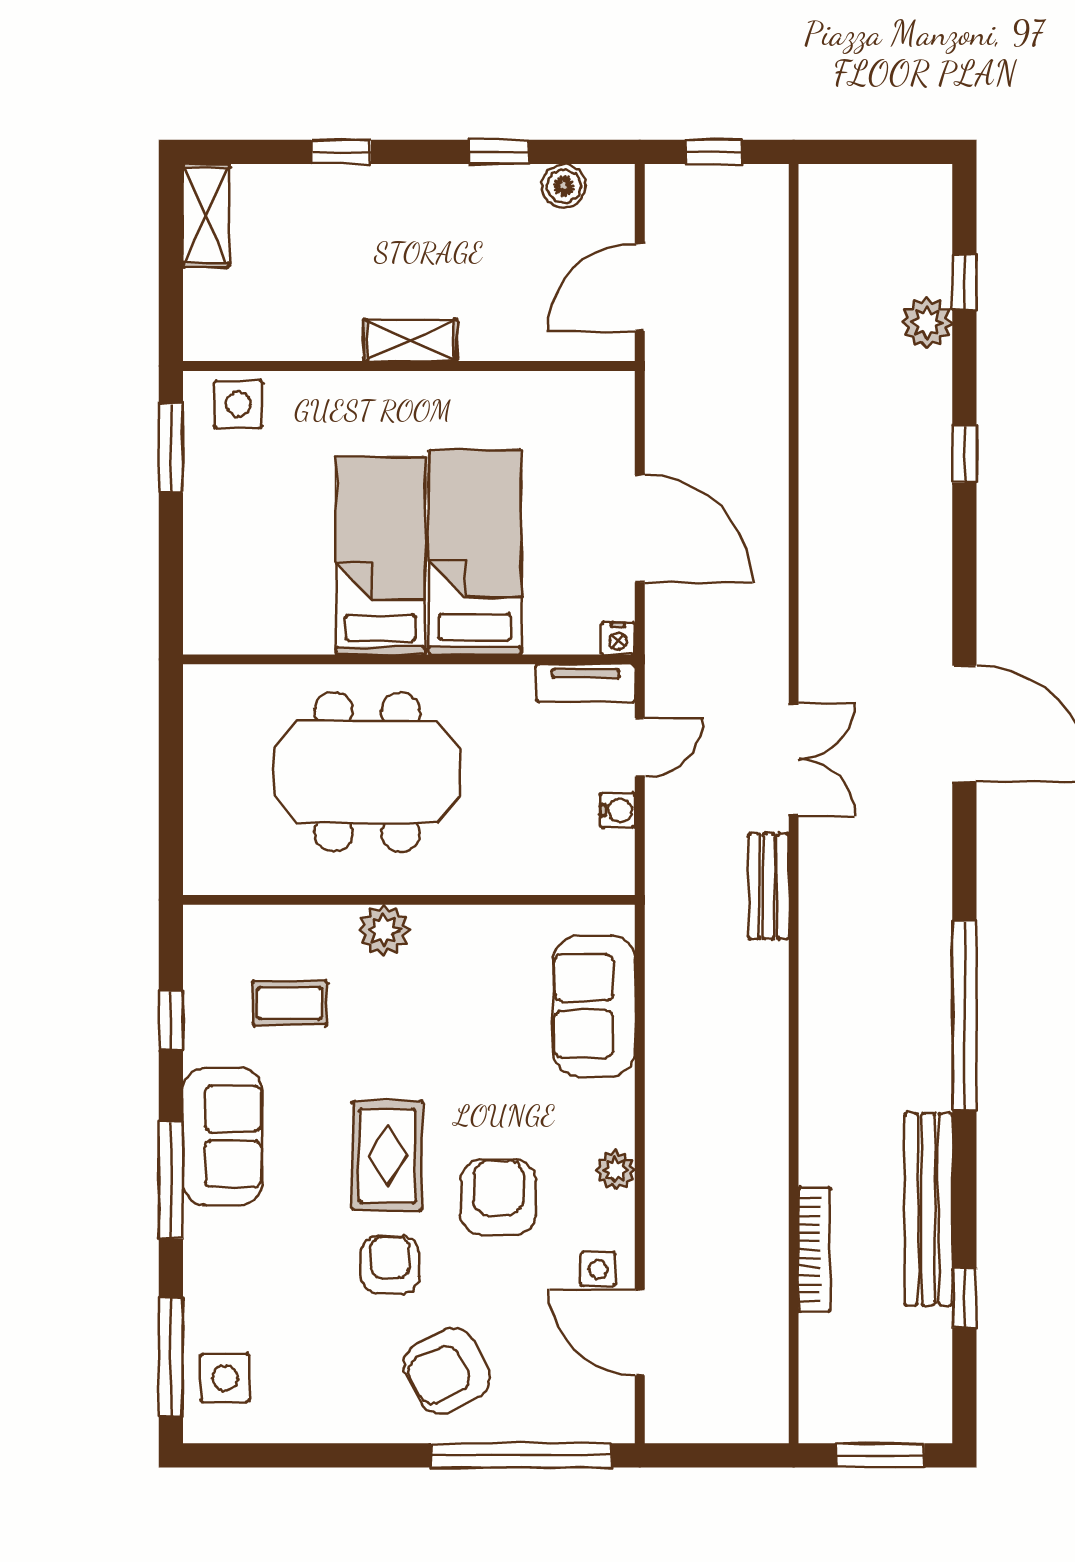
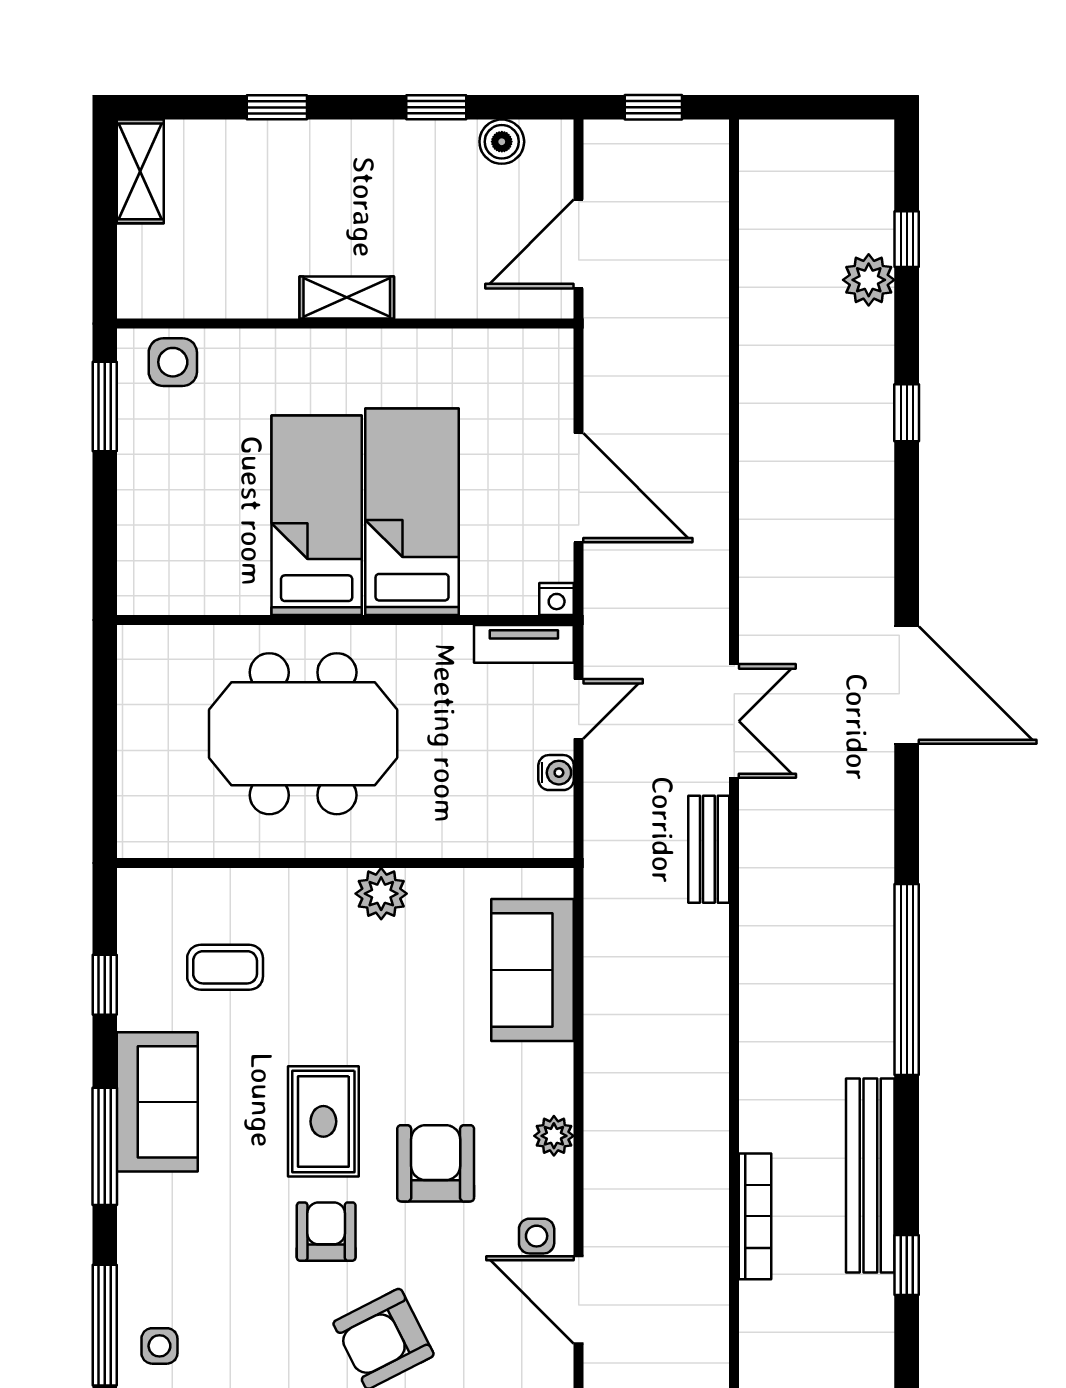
plant: (384, 930) -> (381, 894), moved
side table: (225, 1378) -> (159, 1346), width x0.73, depth x0.73

